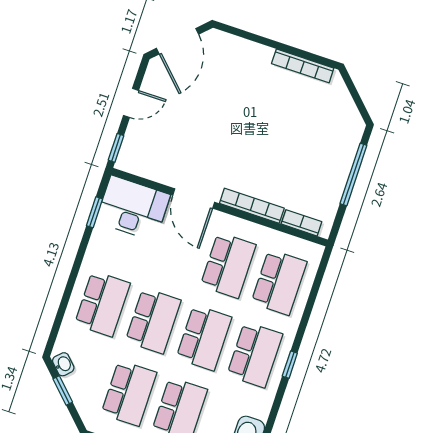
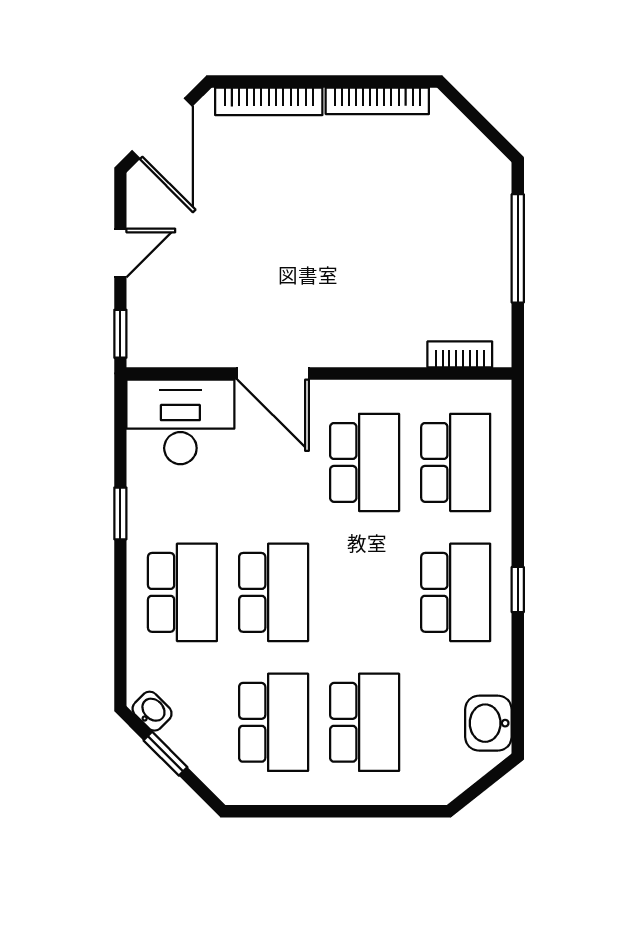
bookcase: (252, 206) -> (269, 101), moved, turned 180
window: (95, 212) -> (120, 513), moved
school desk: (204, 338) -> (365, 592), removed

